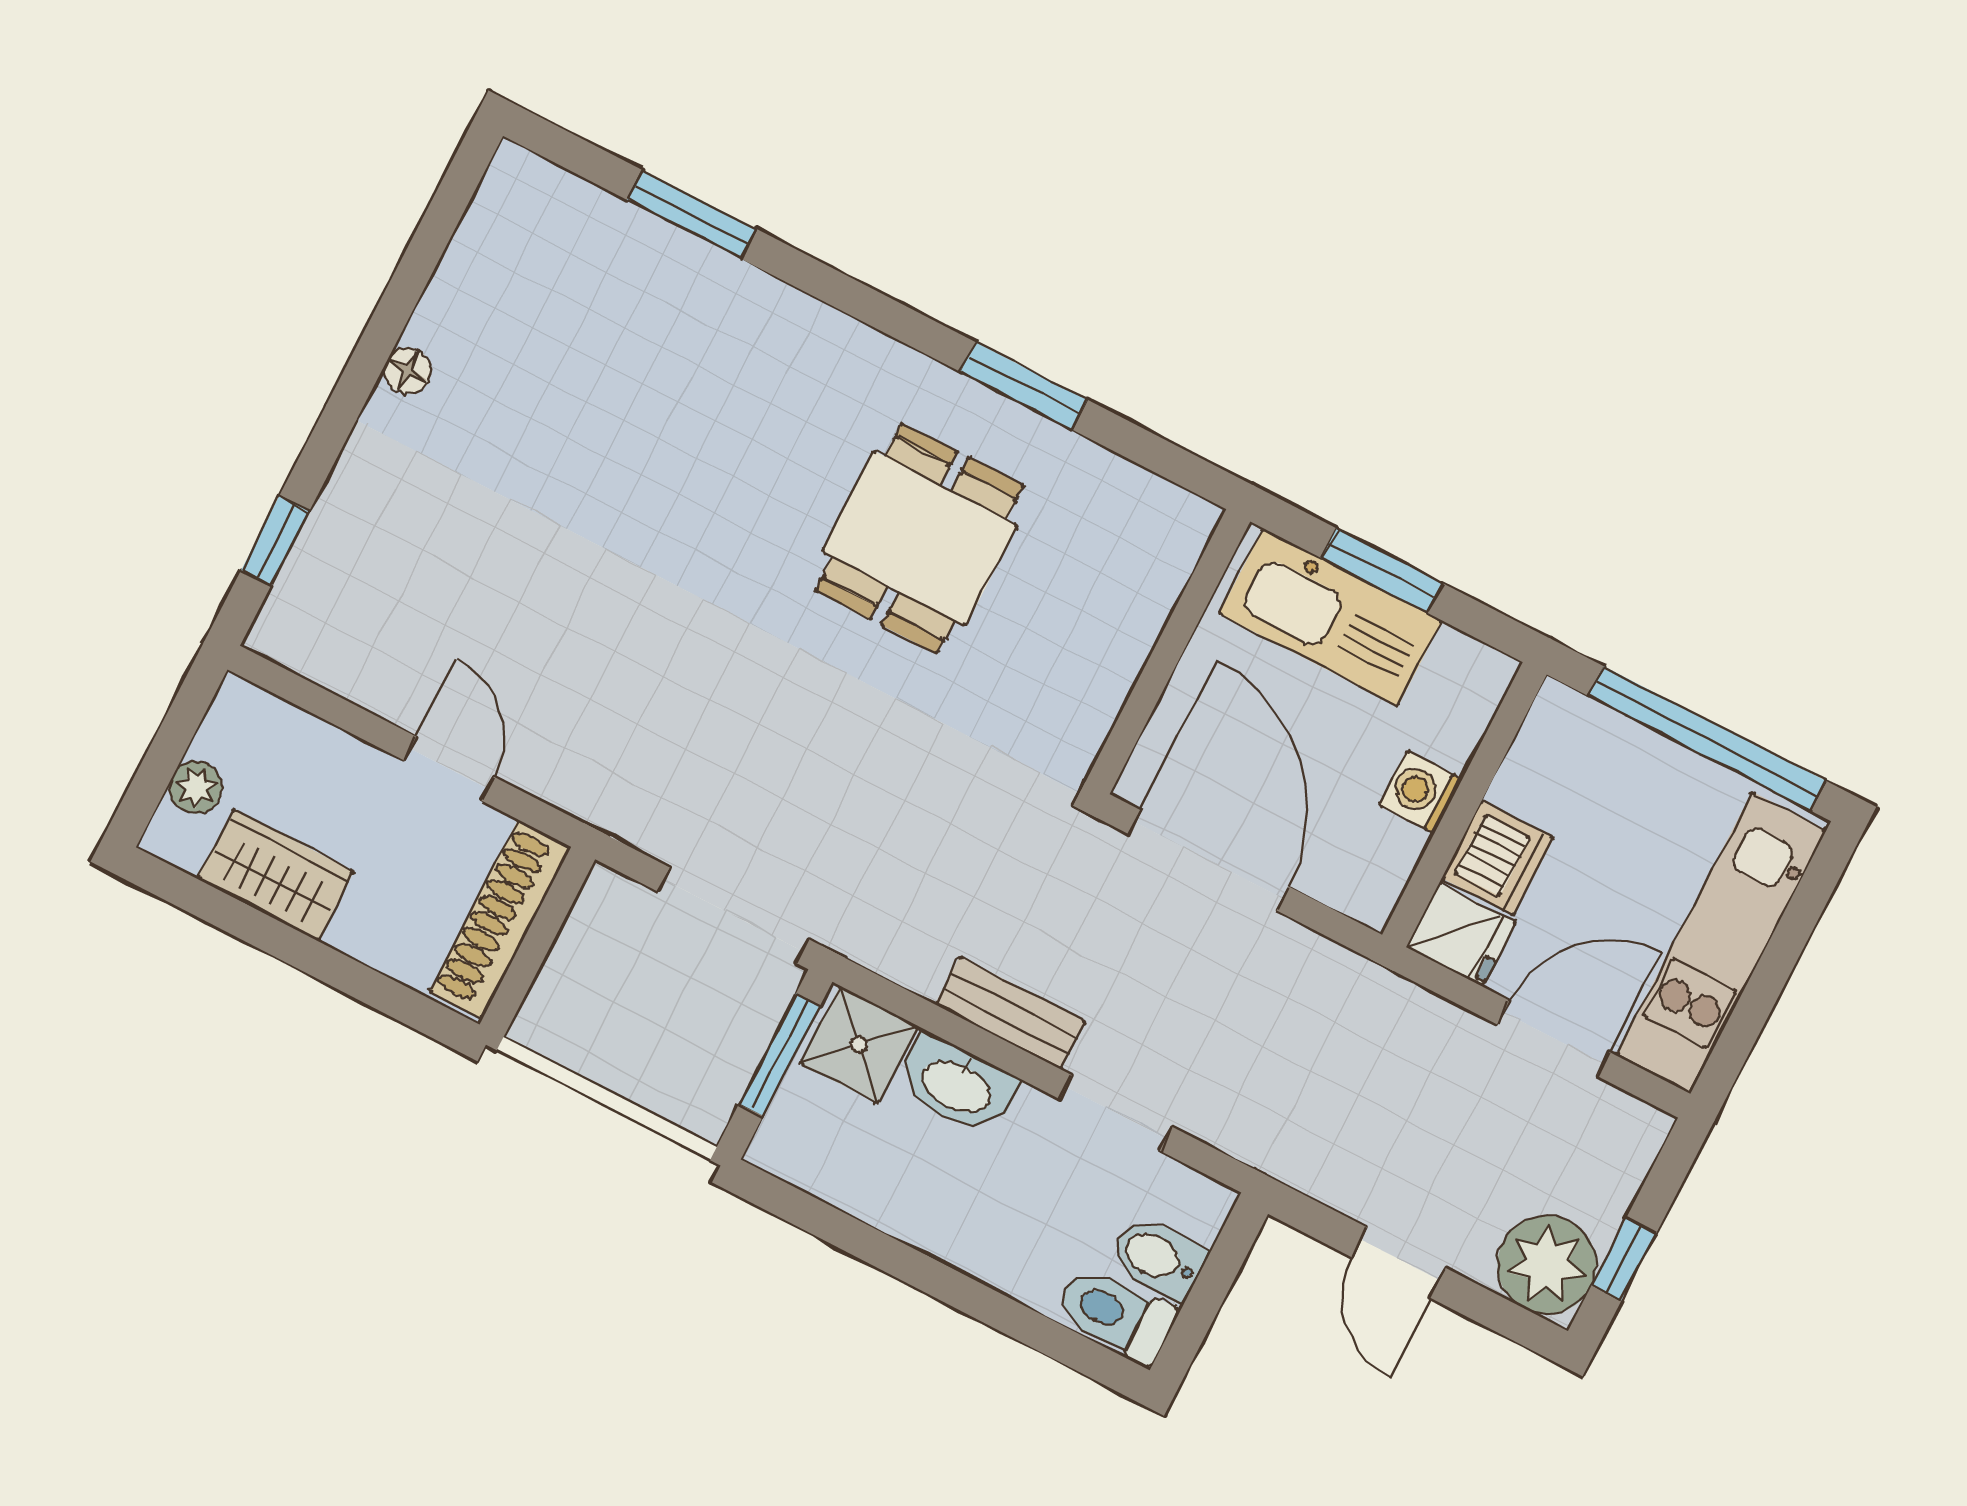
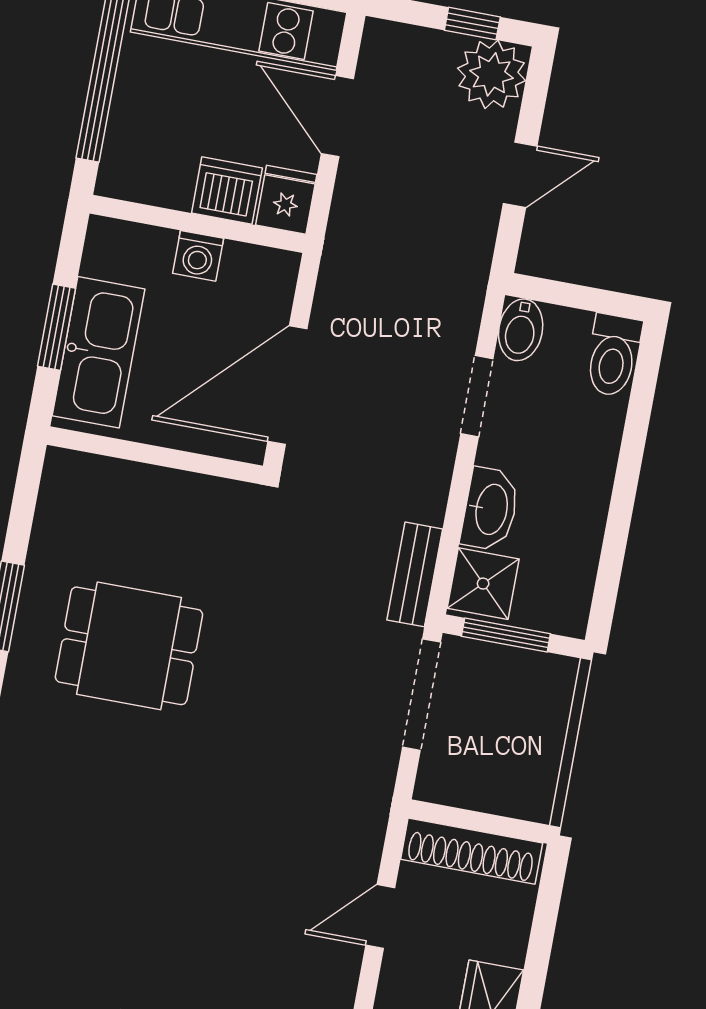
bench: (1010, 1013) -> (415, 574), moved
bidet: (1158, 1258) -> (521, 330), moved

